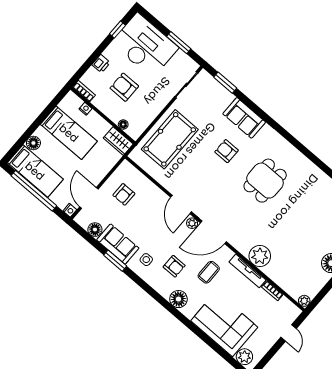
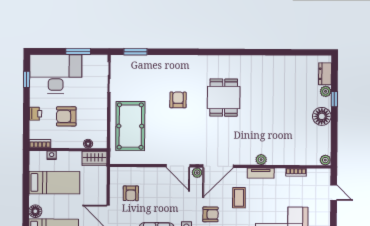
sofa: (244, 118) -> (170, 65), removed
armchair: (227, 151) -> (178, 100), turned 90
plant: (260, 256) -> (261, 160), width x0.53, depth x0.53
tv unit: (248, 271) -> (261, 173), width x0.71

